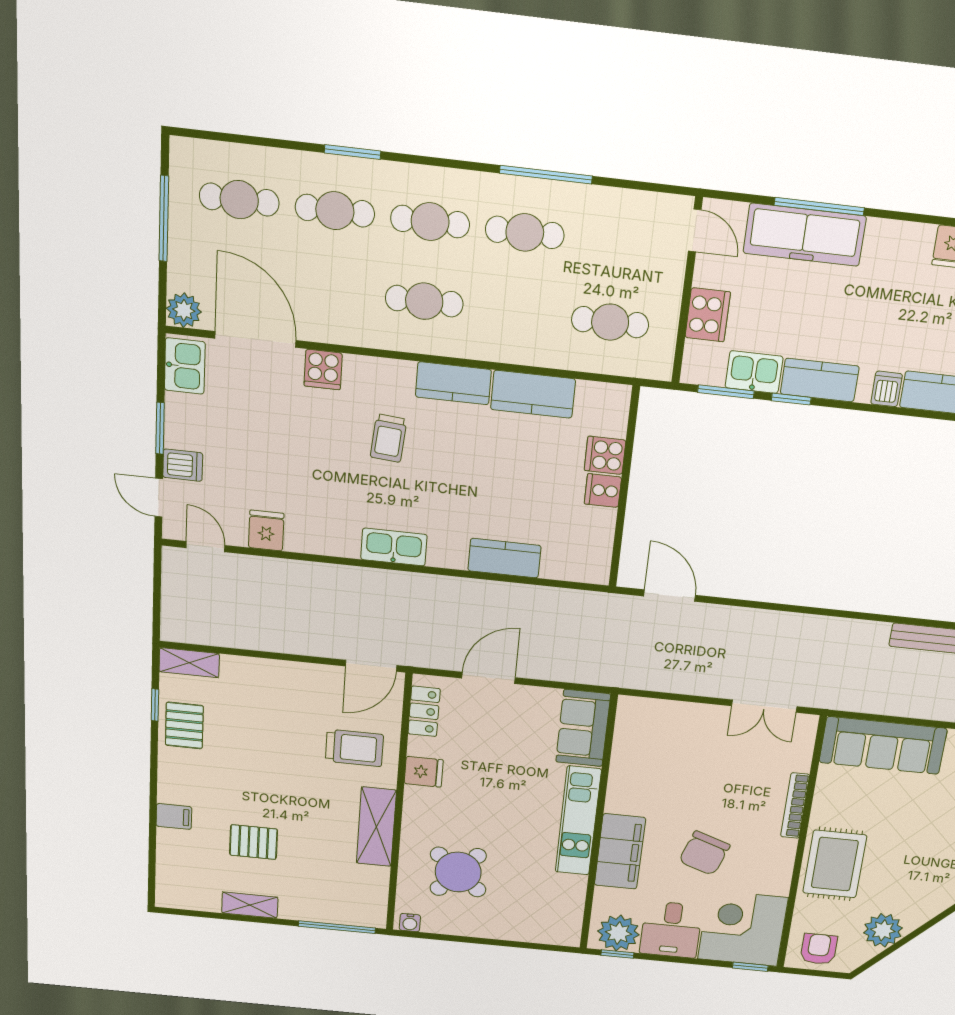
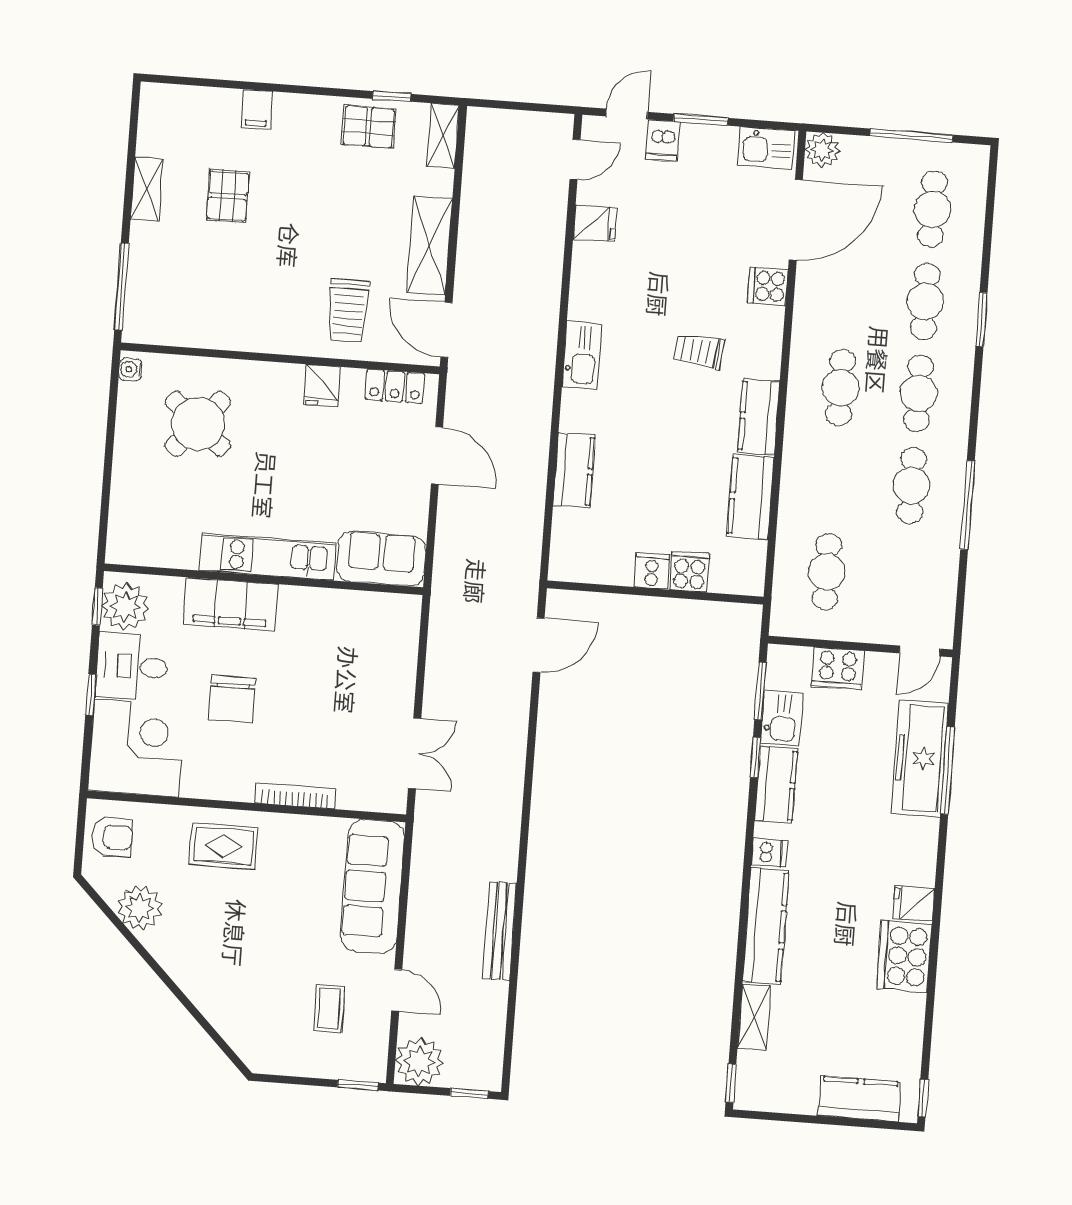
double door: (764, 706) -> (415, 754), swing flipped
shelving: (376, 827) -> (430, 246), moved, turned 90
chair: (704, 853) -> (232, 699), turned -109
rug: (835, 864) -> (223, 846), width x0.73, depth x0.70
window: (750, 967) -> (91, 695), moved

